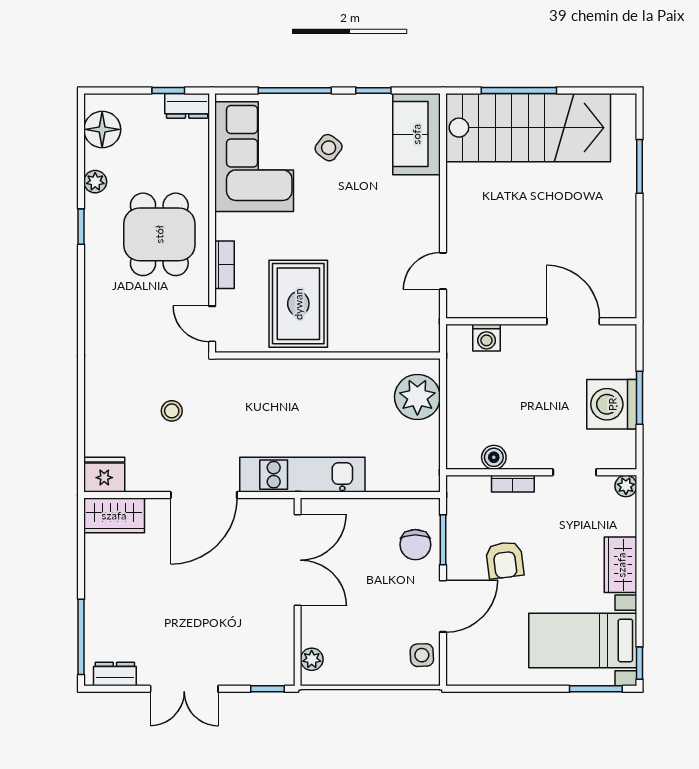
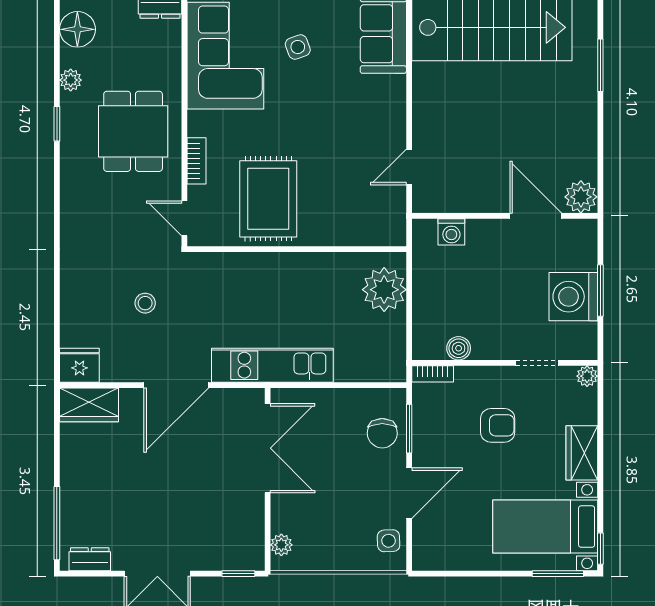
side table: (329, 148) -> (298, 47), turned 33
plant: (620, 302) -> (581, 197), added
bookcase: (513, 484) -> (433, 374), moved
armchair: (505, 560) -> (498, 425), moved, turned -83

